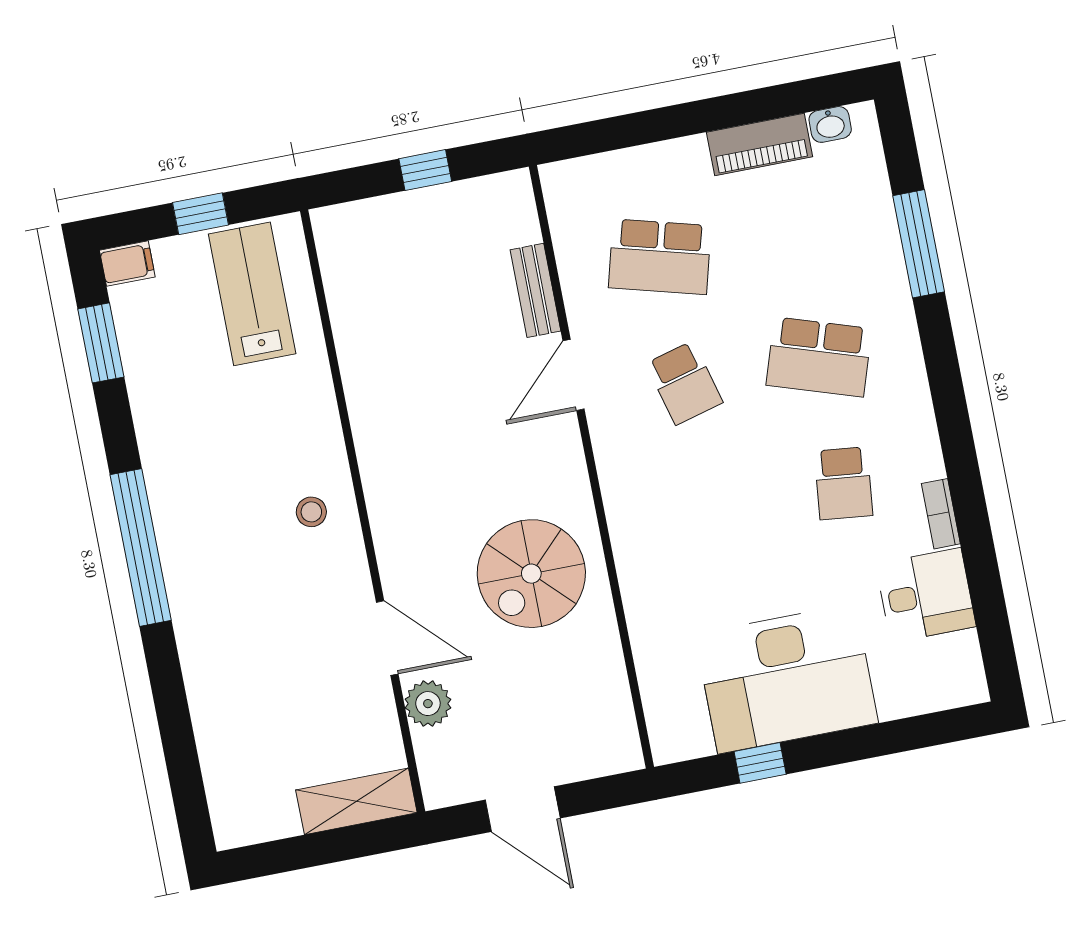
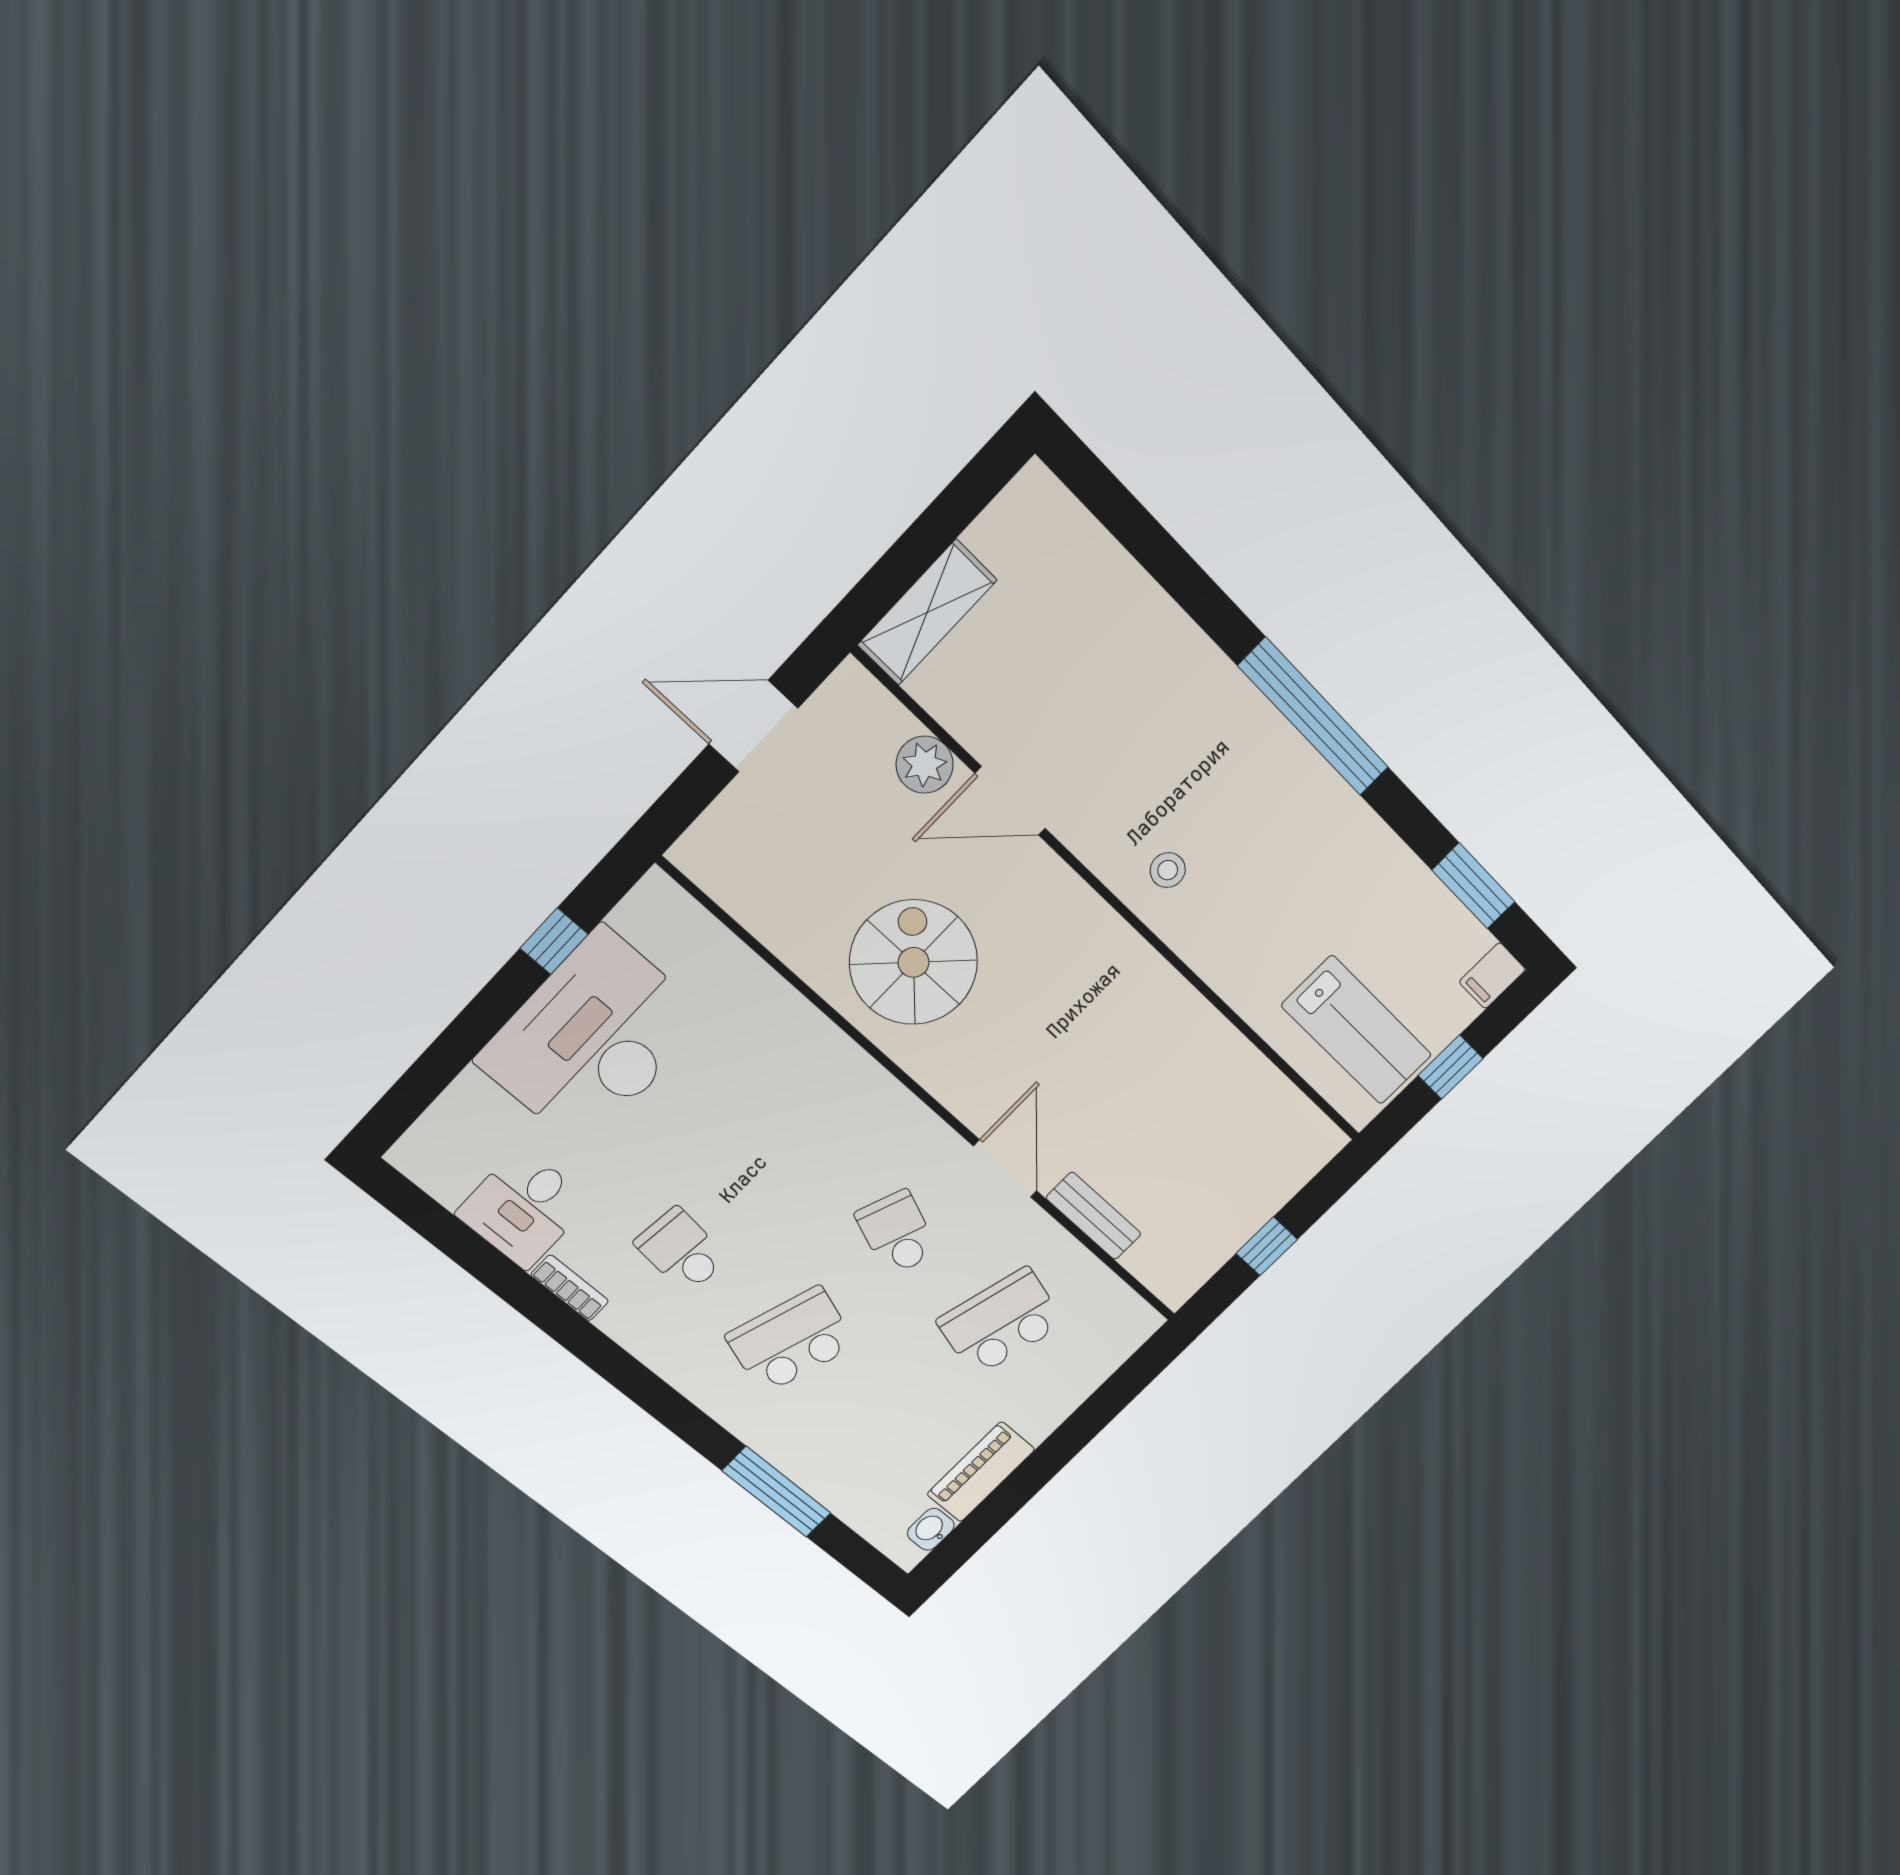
school desk: (684, 383) -> (897, 1233), turned 36

